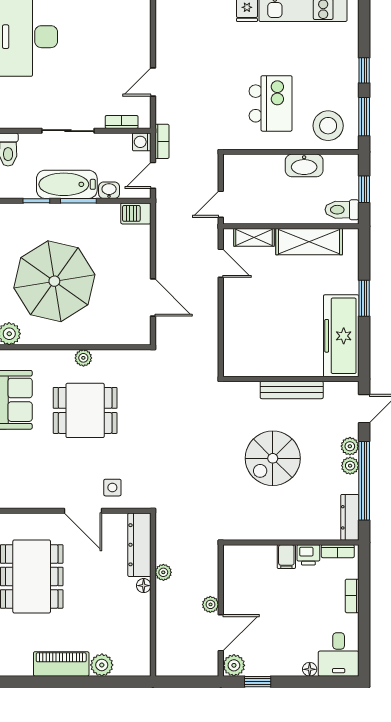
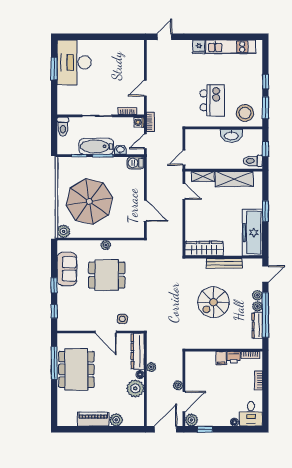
wardrobe: (256, 364) -> (204, 249), added
dresser: (350, 517) -> (257, 325), moved
plant: (135, 610) -> (135, 388), added
door: (188, 682) -> (165, 429), added

